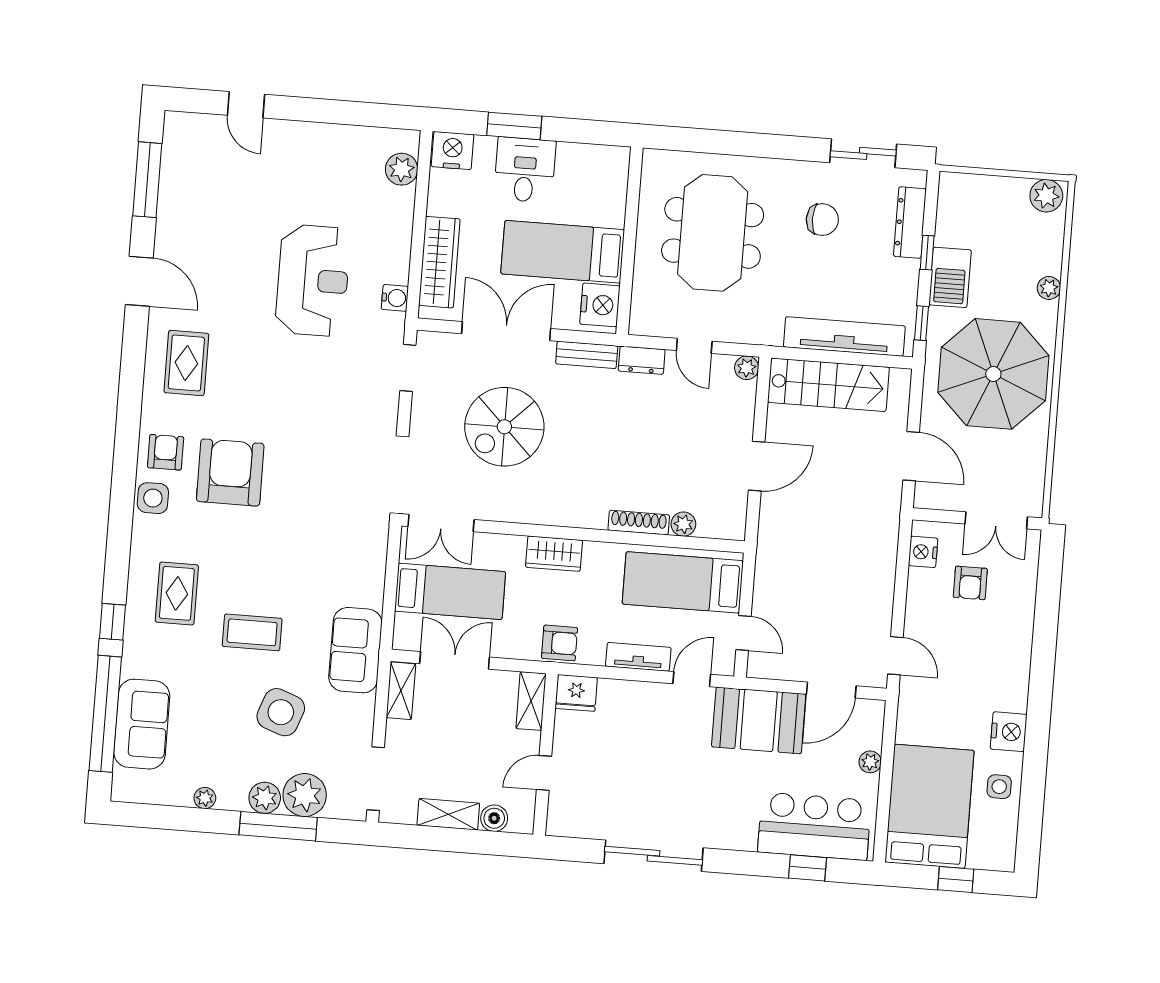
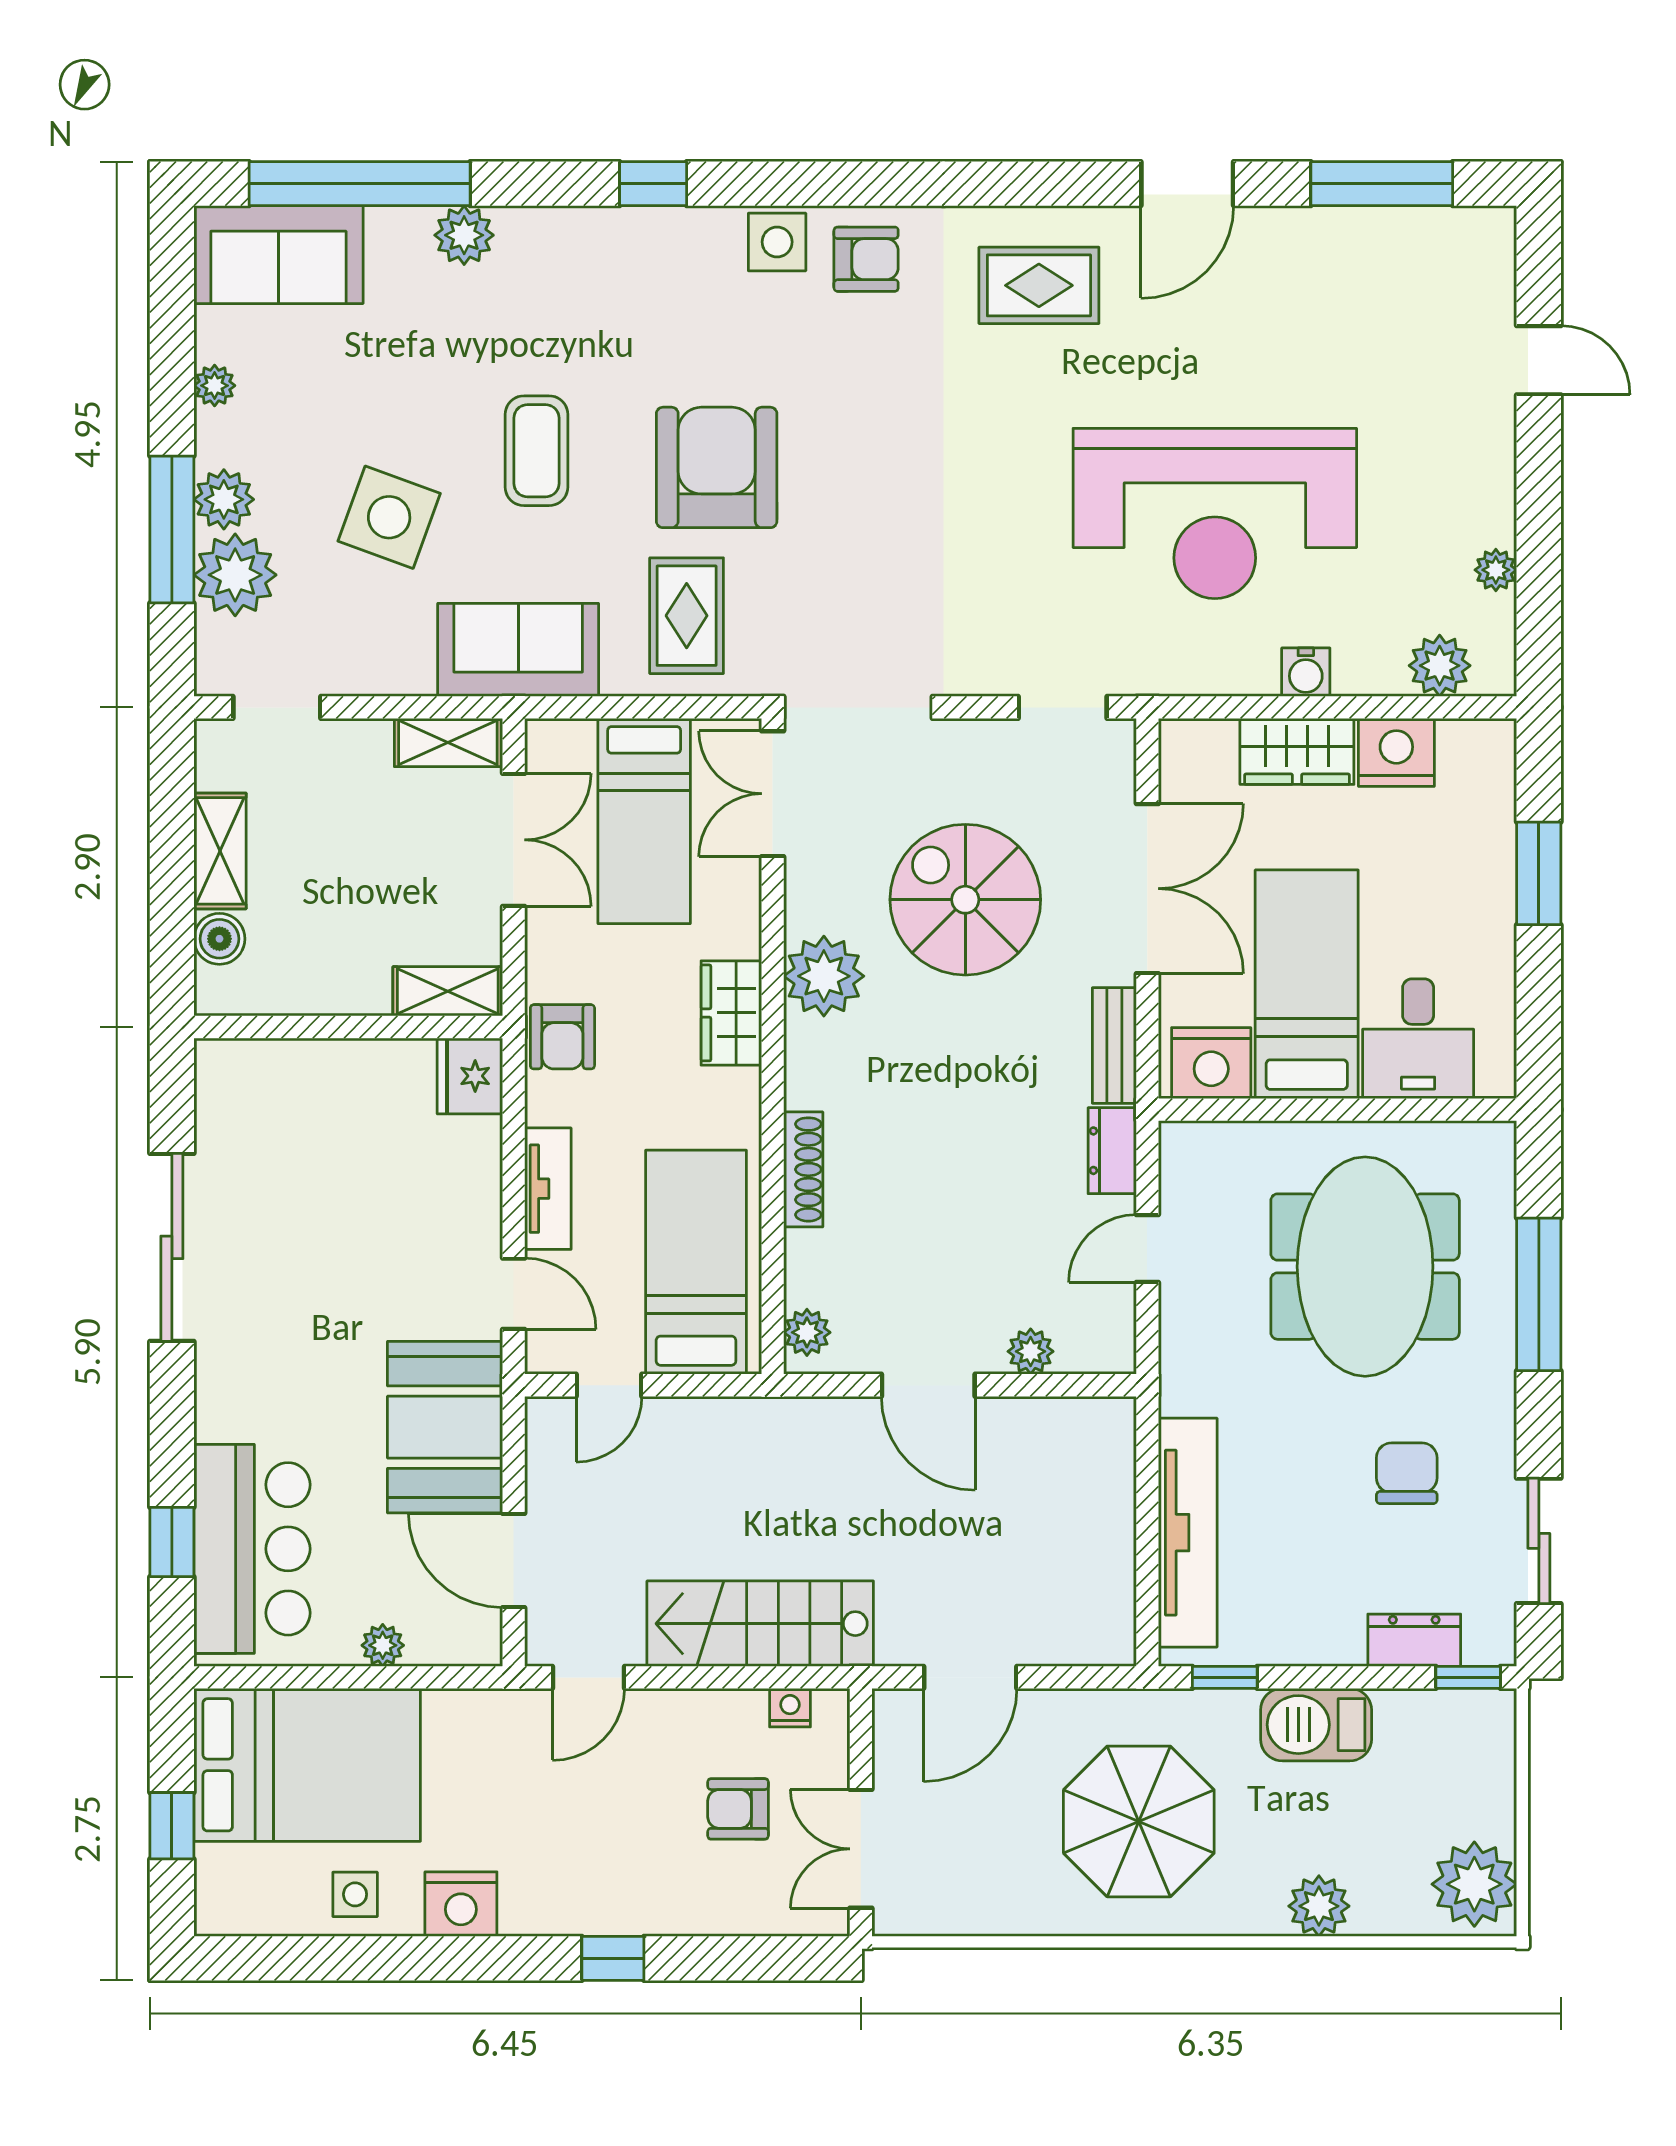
door: (246, 105) -> (1539, 360), swing flipped
plant: (354, 136) -> (1496, 570), added
window: (734, 143) -> (1539, 1294), added
nightstand: (452, 151) -> (1396, 752), moved, turned -90
desk: (525, 170) -> (1418, 1039), moved, turned 90
plant: (1046, 196) -> (1474, 1884), width x1.36, depth x1.36
chair: (822, 220) -> (1407, 1473), turned 180
dresser: (910, 223) -> (1414, 1640), width x0.70
meeting table: (713, 233) -> (1365, 1267), turned 90
window: (927, 253) -> (1468, 1677), moved
wardrobe: (439, 262) -> (1297, 751), width x0.67
reception desk: (313, 280) -> (1215, 513), width x1.36, depth x1.30
plant: (1049, 288) -> (1319, 1906), width x1.38, depth x1.38
water cooler: (395, 298) -> (1306, 672), moved
plant: (747, 368) -> (1031, 1351), moved
parasol: (993, 374) -> (1139, 1821), width x0.73, depth x0.73
stairs: (828, 385) -> (760, 1624), moved, turned 90
armchair: (230, 472) -> (717, 467), moved, turned -90
plant: (539, 504) -> (824, 976), added
plant: (683, 524) -> (807, 1332), moved
nightstand: (923, 552) -> (790, 1708), width x0.72, depth x0.74
rug: (177, 593) -> (687, 616), moved, turned 90
window: (112, 622) -> (653, 184), moved
window: (1043, 654) -> (613, 1958), added
plant: (136, 661) -> (464, 235), added
sofa: (142, 724) -> (278, 255), moved
door: (544, 773) -> (313, 1027), removed
doorway: (376, 779) -> (277, 707), width x0.73

